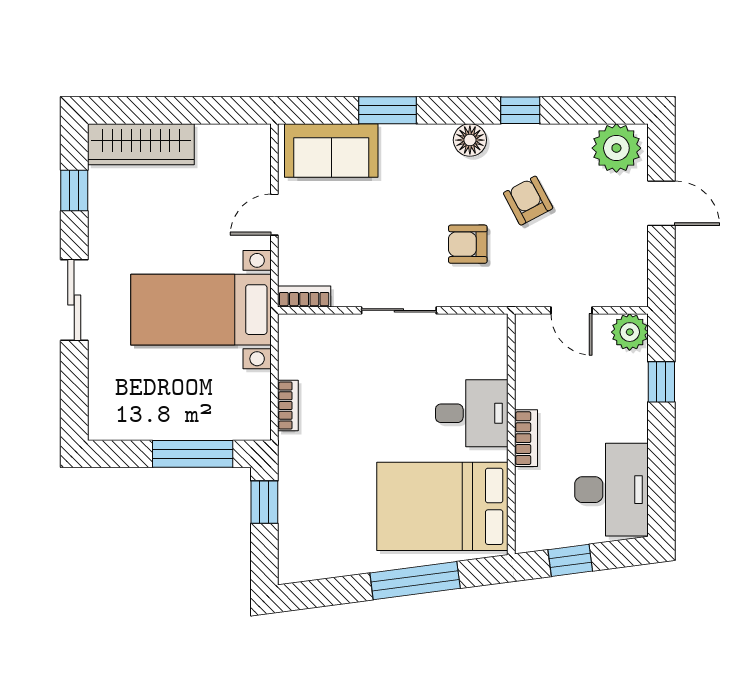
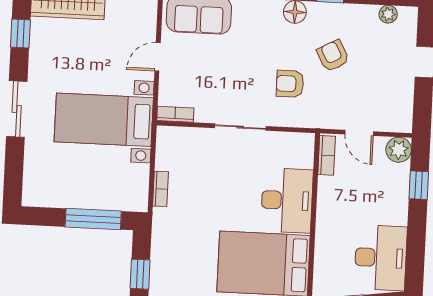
plant: (616, 148) -> (388, 14), width x0.53, depth x0.53
desk: (472, 413) -> (287, 200), width x1.37
bookcase: (526, 438) -> (327, 155), moved
window: (264, 502) -> (140, 274), moved

